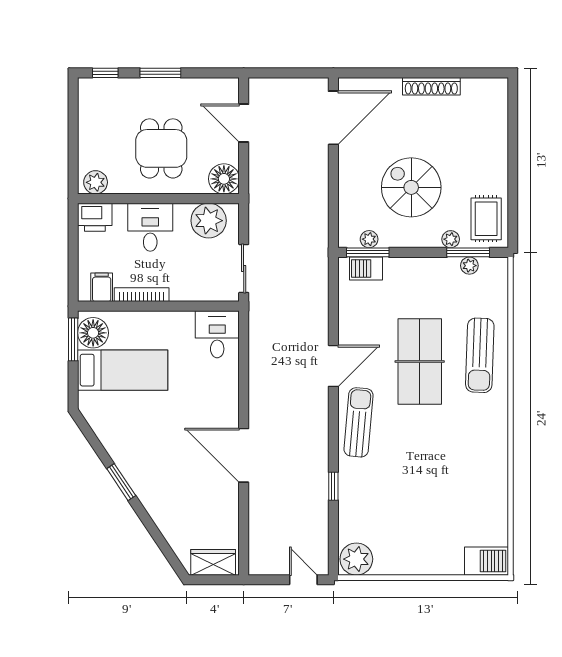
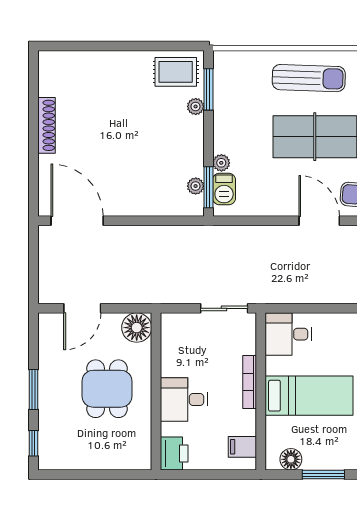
dining table: (161, 148) -> (107, 389), turned 90
plant: (96, 182) -> (140, 453), removed
spiral stairs: (411, 187) -> (145, 145), removed
plant: (209, 221) -> (177, 343), removed
plant: (469, 266) -> (221, 163), moved
bookcase: (142, 295) -> (250, 382), moved
floor lamp: (93, 333) -> (291, 459), width x0.73, depth x0.73
window: (73, 339) -> (323, 475), moved
bed: (123, 370) -> (309, 396), moved, turned 90

